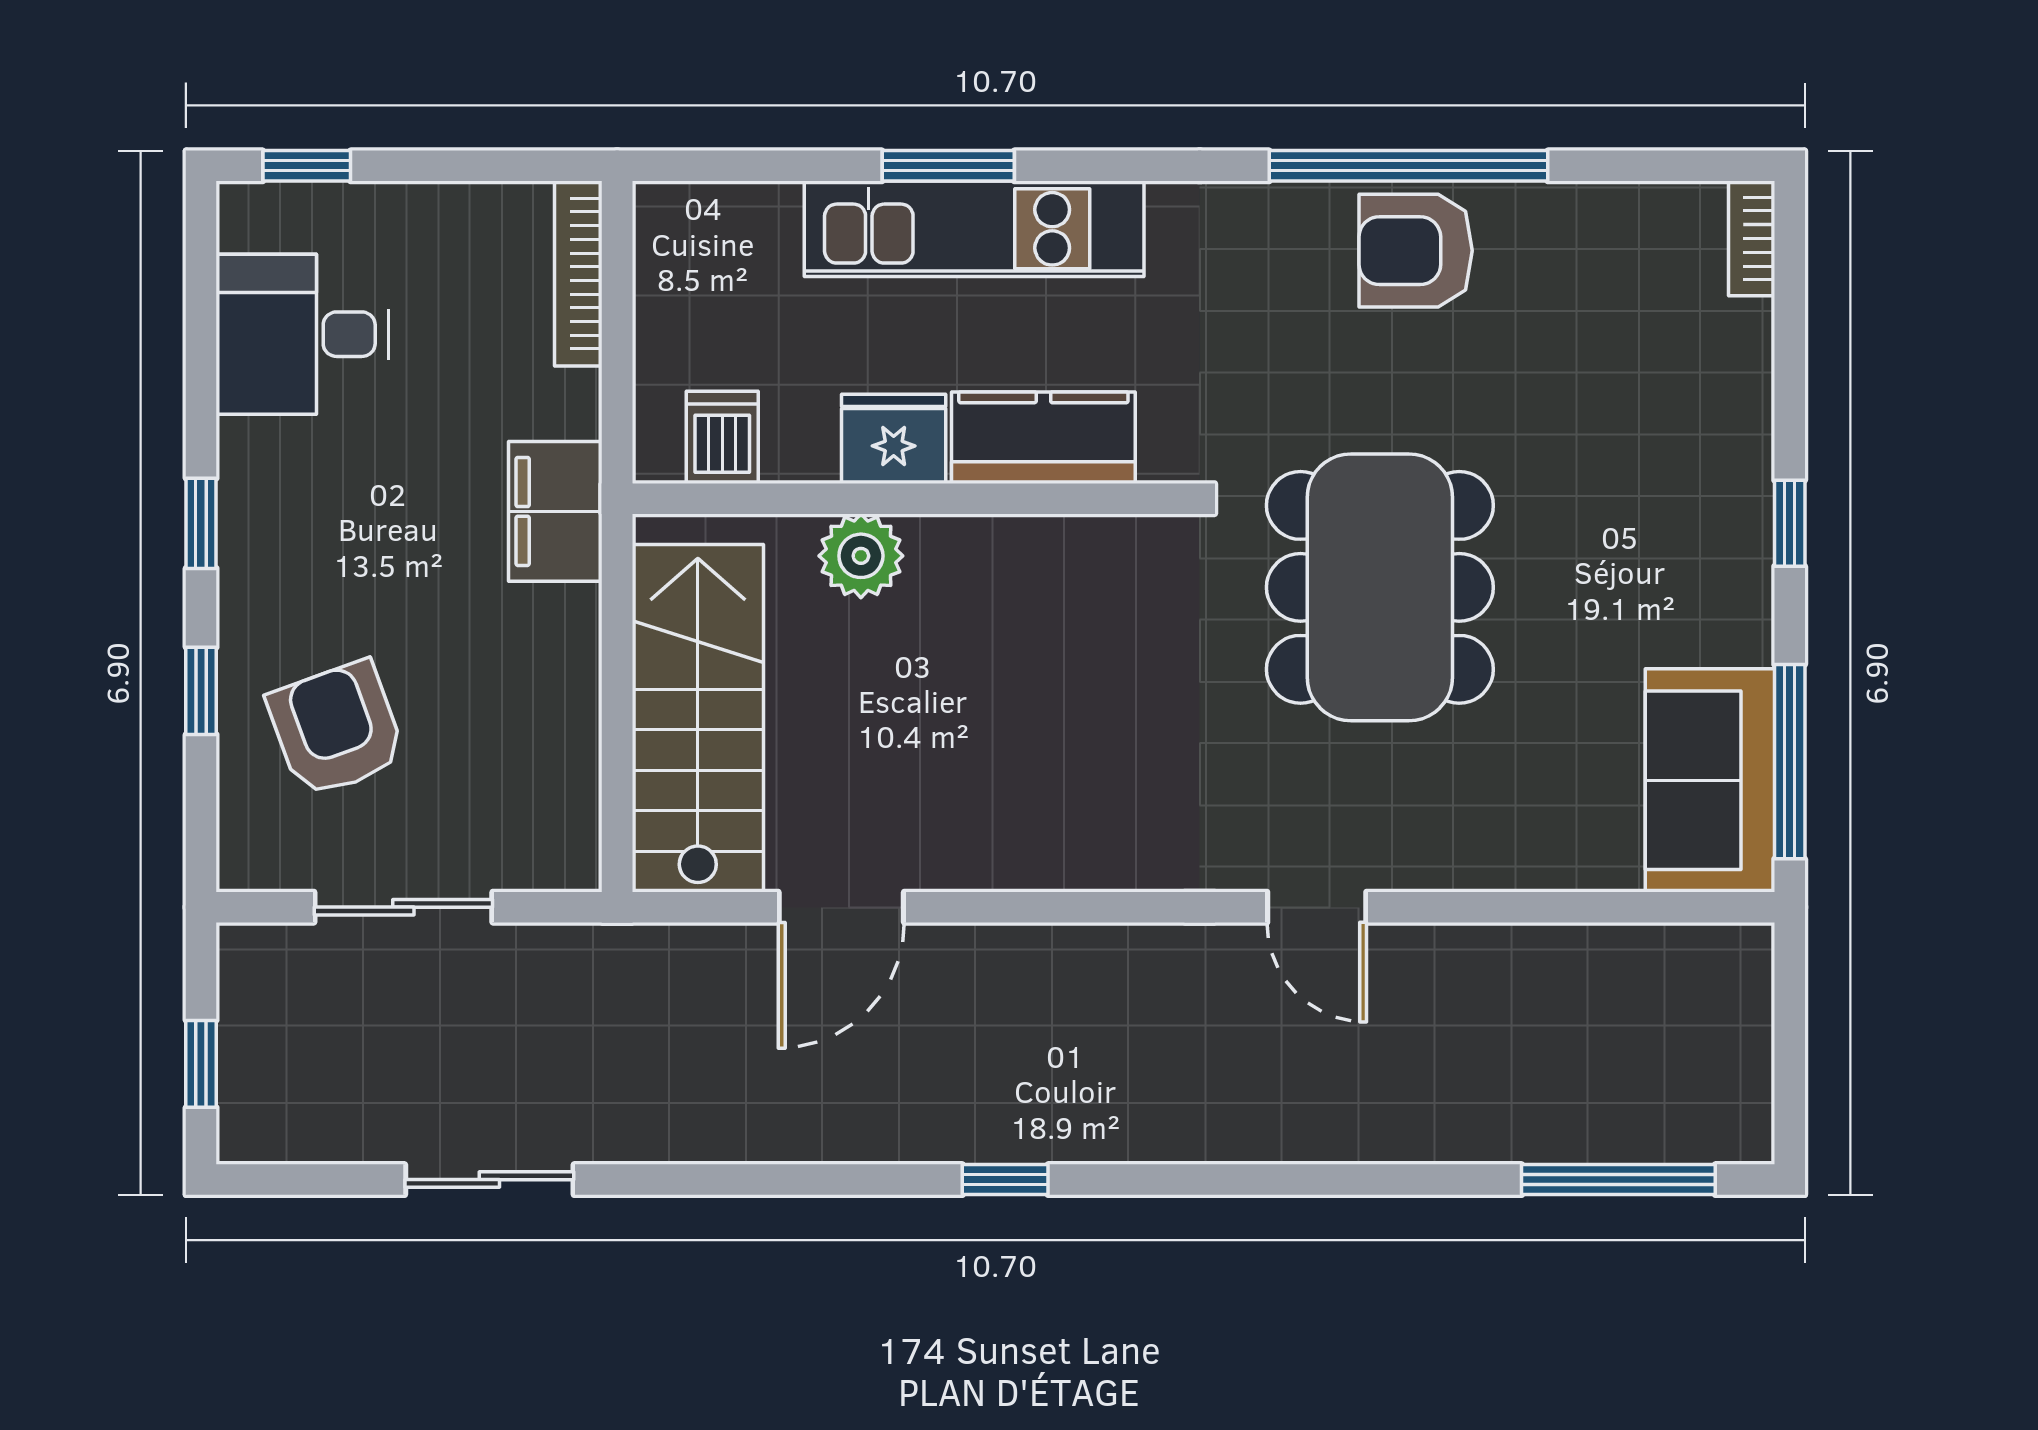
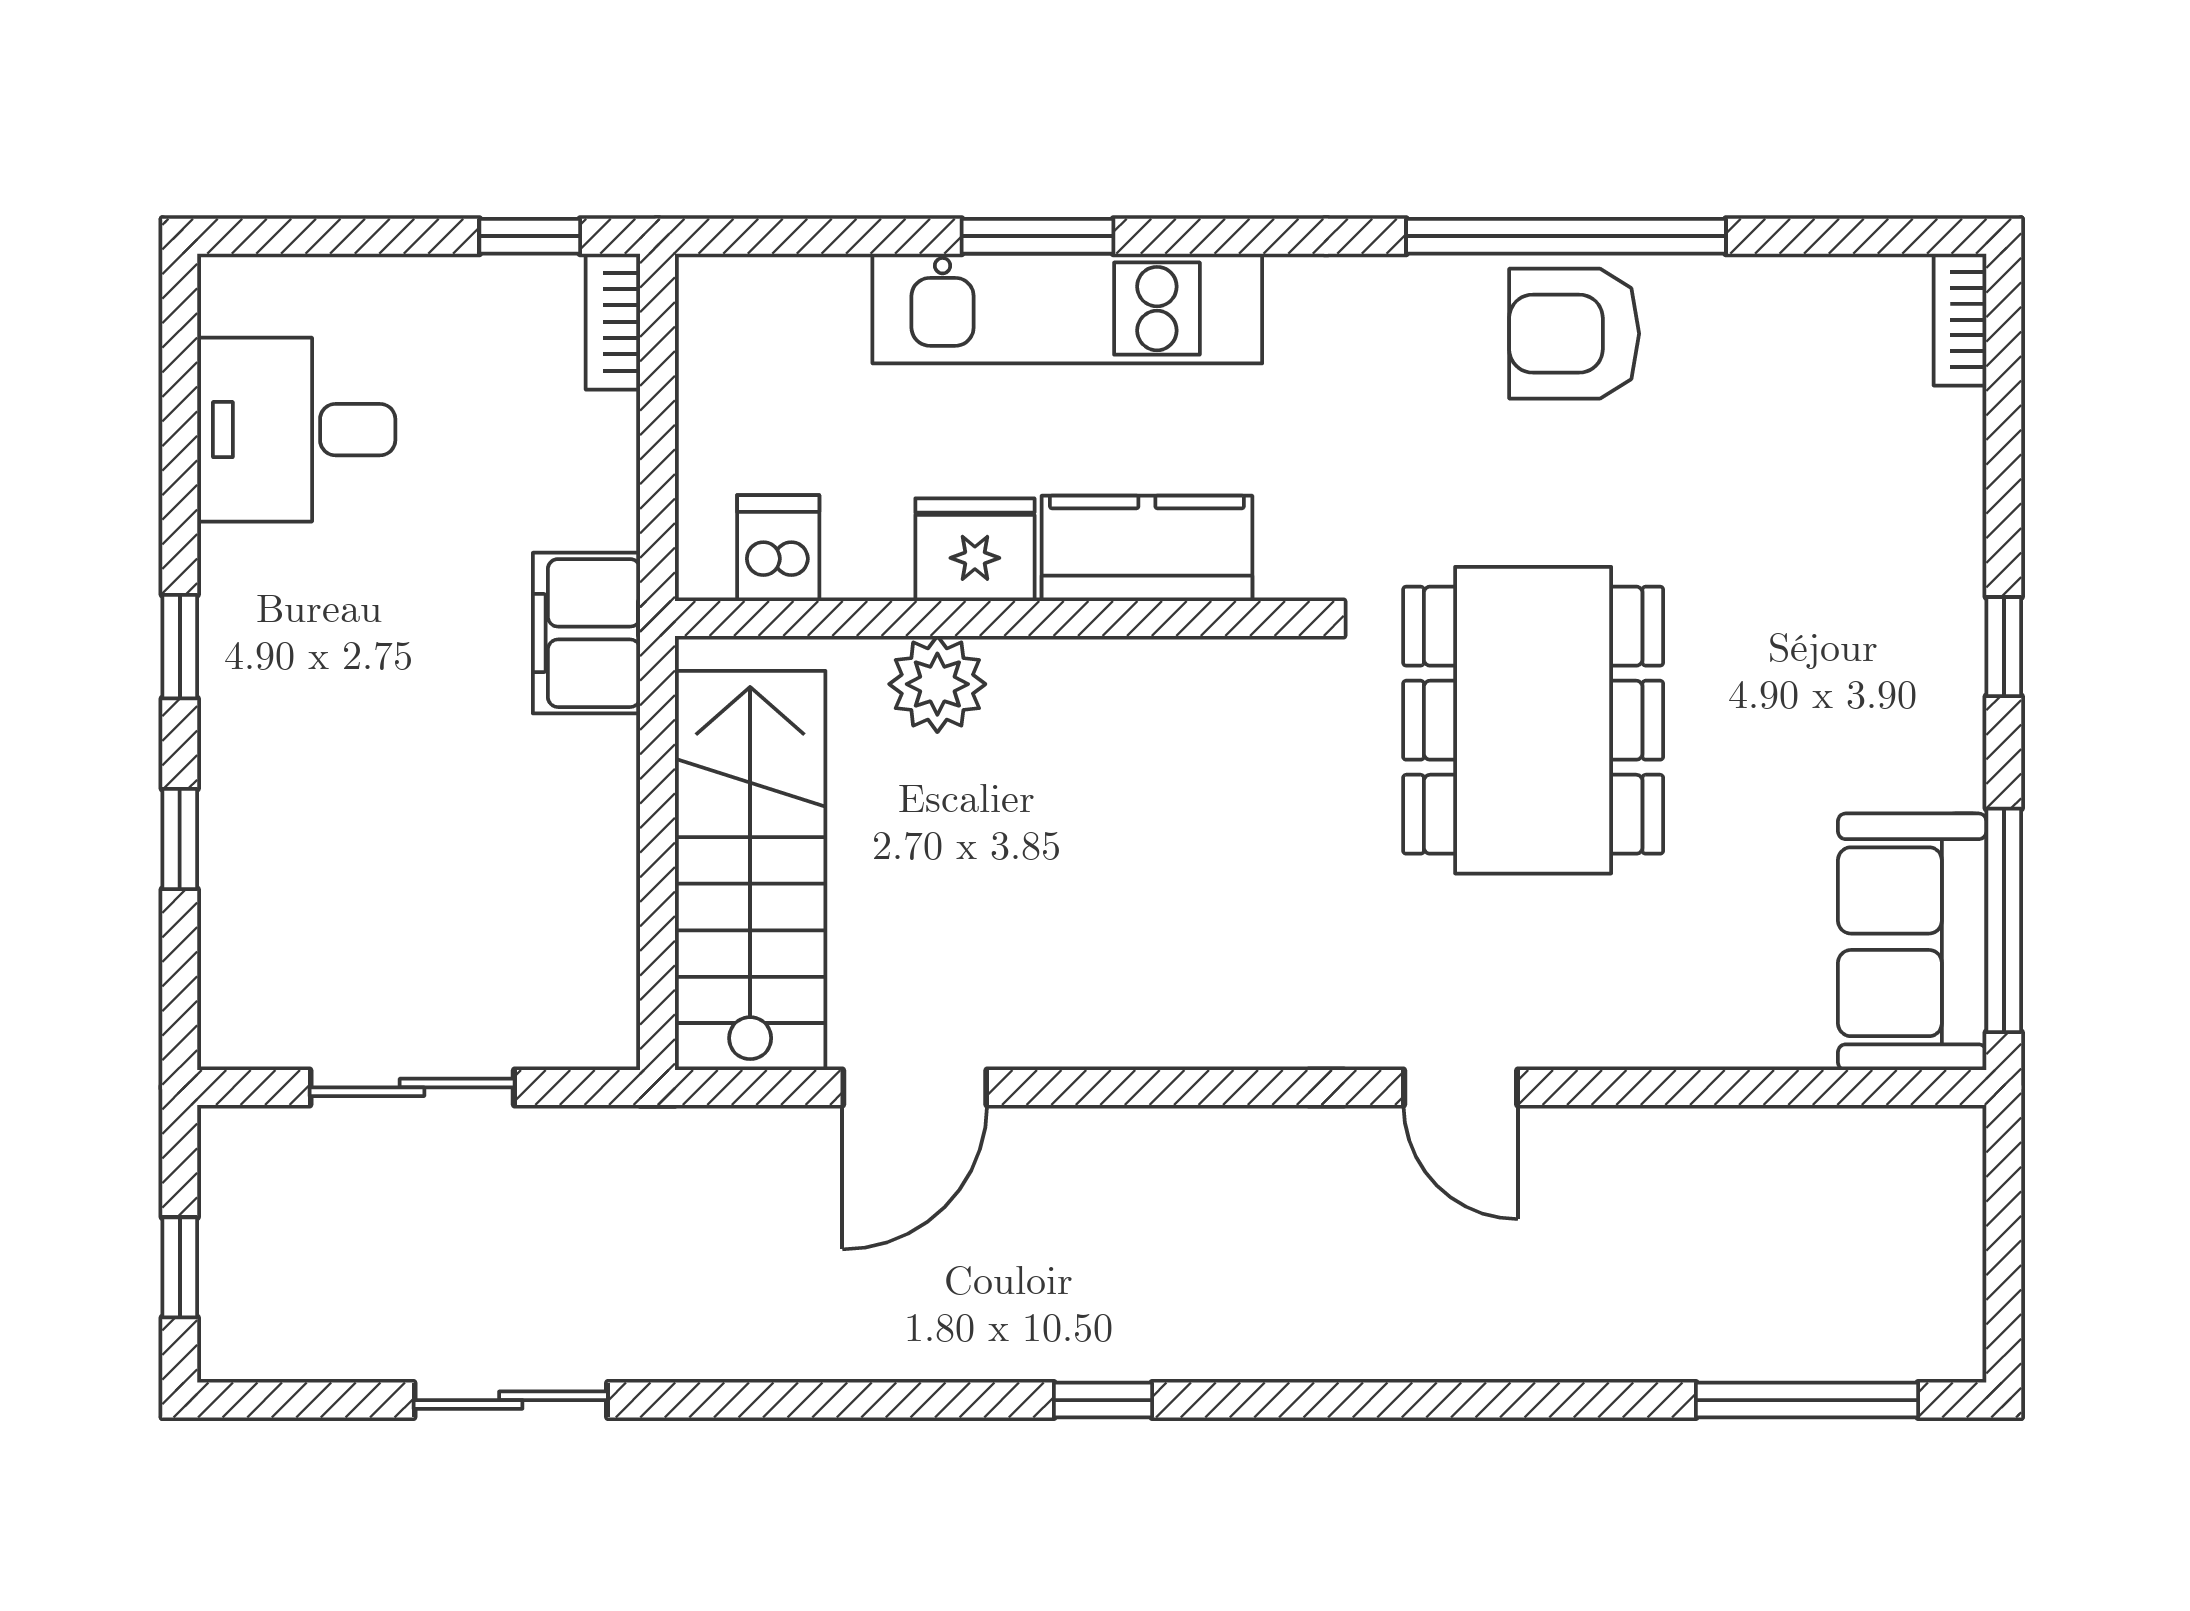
window: (307, 166) -> (530, 236), moved
bookcase: (578, 274) -> (613, 322), width x0.64
armchair: (336, 729) -> (335, 883), removed

